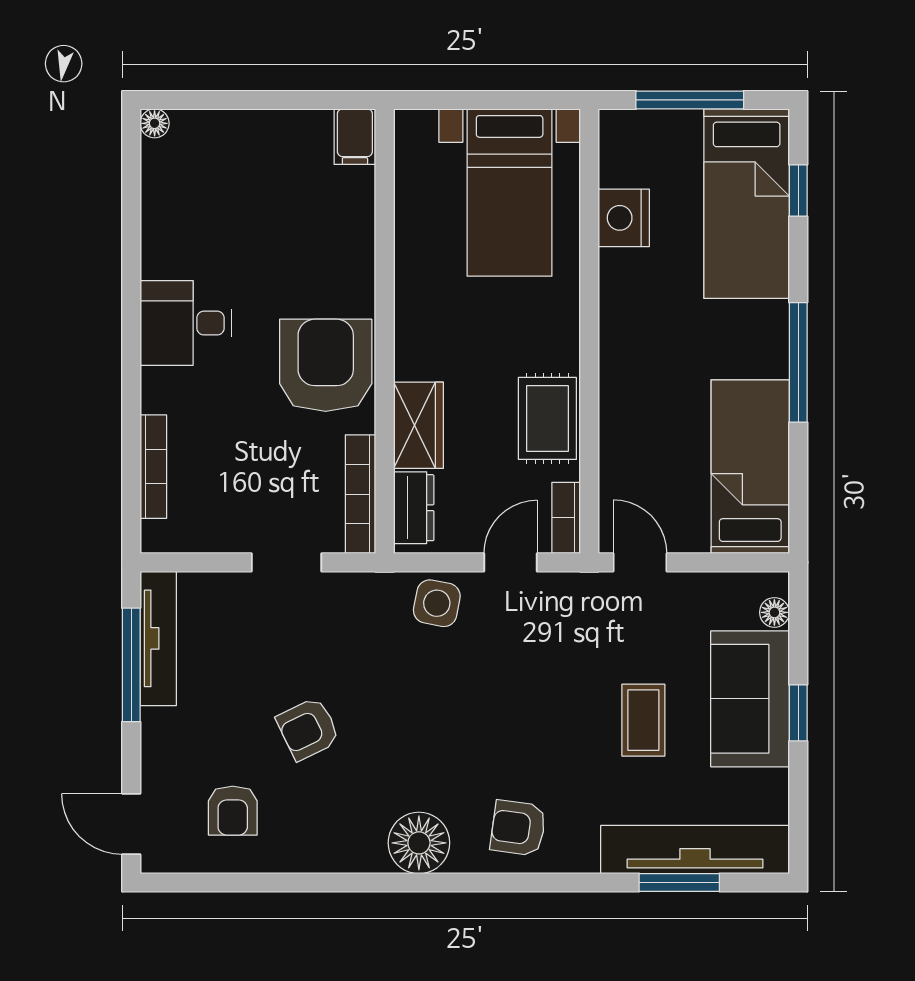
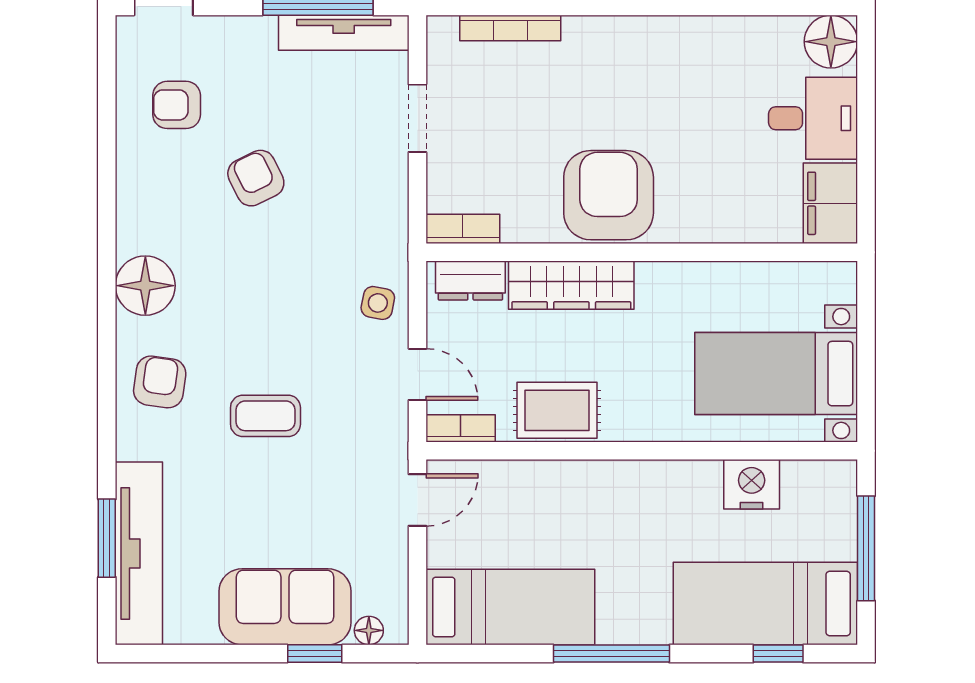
floor lamp: (155, 123) -> (831, 42), width x1.89, depth x1.89
filing cabinet: (355, 137) -> (830, 203), width x2.00
desk: (186, 323) -> (813, 118), moved, turned 90
armchair: (326, 365) -> (609, 195), turned -90
wardrobe: (418, 425) -> (571, 285), width x1.50
bookcase: (361, 494) -> (463, 229), width x0.64
doorway: (286, 562) -> (417, 118), moved
side table: (437, 603) -> (378, 303), width x0.73, depth x0.73
window: (798, 713) -> (315, 654), moved
coffee table: (643, 720) -> (265, 416), moved

